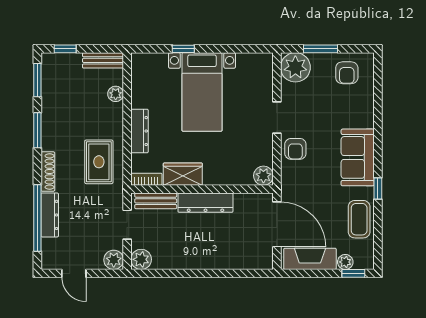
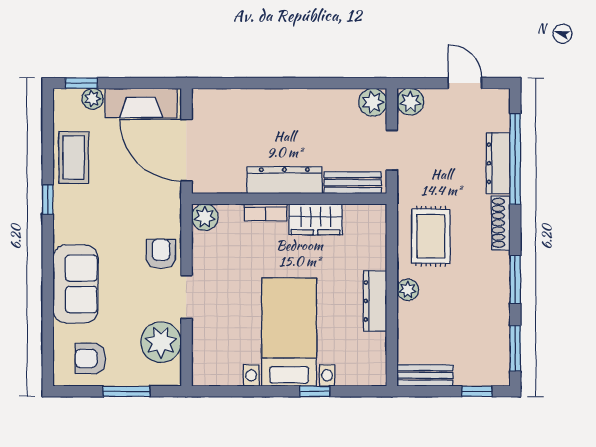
plant: (295, 67) -> (161, 342), moved
armchair: (347, 73) -> (90, 358), turned -90
plant: (116, 94) -> (408, 290), moved
dresser: (139, 131) -> (375, 301), moved
sofa: (358, 157) -> (75, 284), moved
bookcase: (146, 179) -> (266, 212), moved

